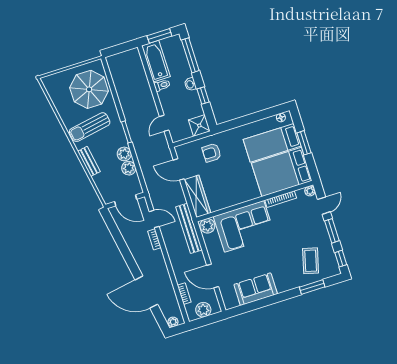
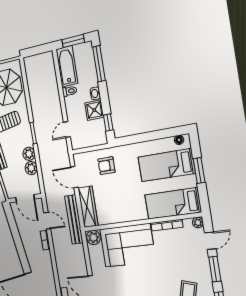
window: (203, 96) -> (108, 122), moved
shower: (199, 126) -> (94, 110), moved
bed: (282, 172) -> (173, 203), width x0.67
bench: (189, 228) -> (74, 219), moved

